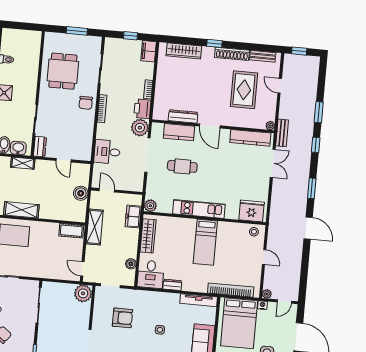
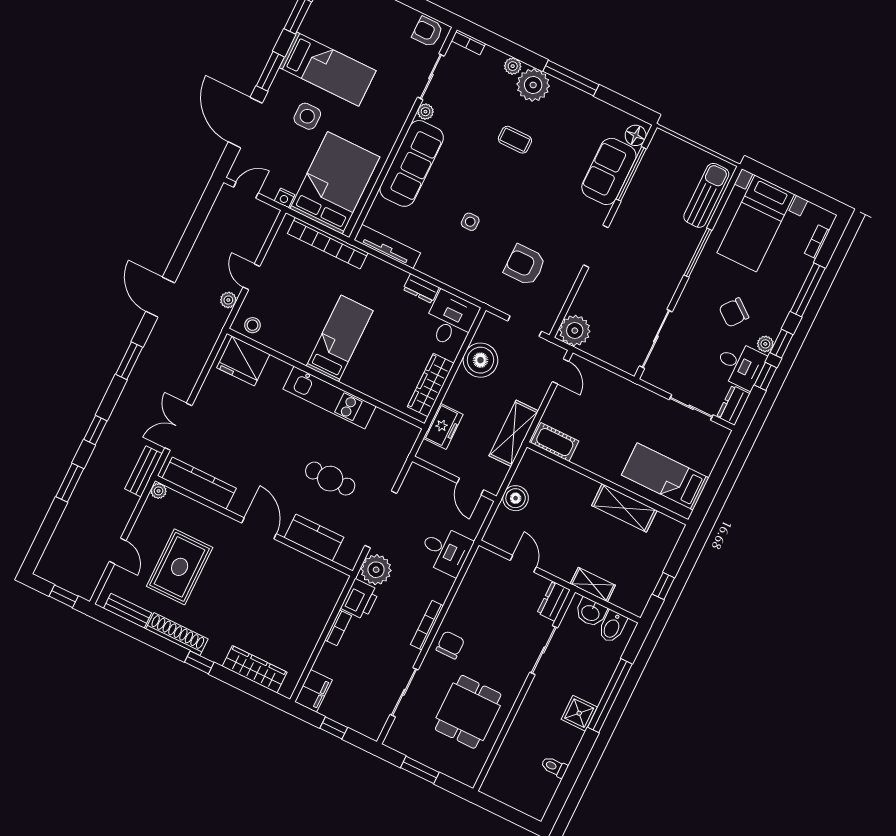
dresser: (183, 116) -> (297, 561), removed
plant: (150, 206) -> (408, 434), removed
boiler: (131, 264) -> (480, 360), width x1.86, depth x1.86
plant: (267, 294) -> (228, 300), moved

